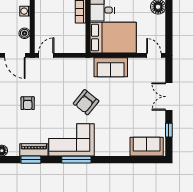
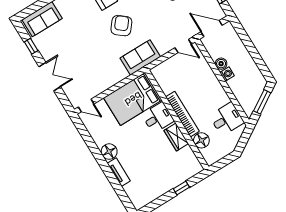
boiler: (25, 33) -> (221, 64), moved
door: (46, 55) -> (183, 46), hinge flipped
sofa: (111, 67) -> (140, 57), moved

